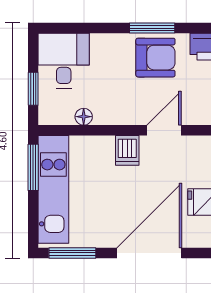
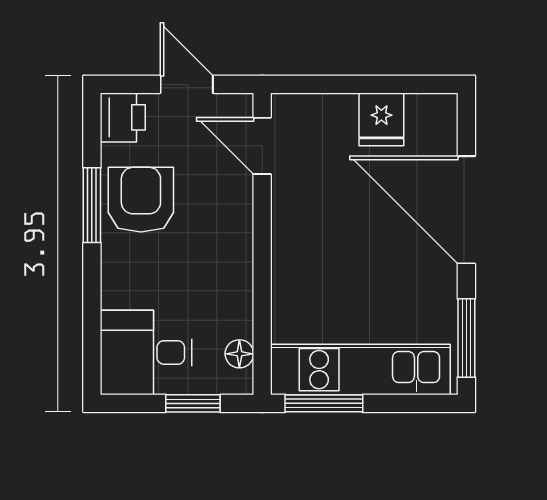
floor lamp: (84, 117) -> (239, 354), moved
door: (164, 130) -> (262, 146), moved
dishwasher: (127, 150) -> (296, 247), removed

